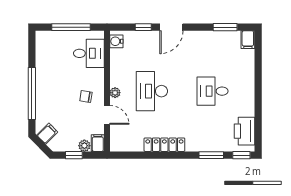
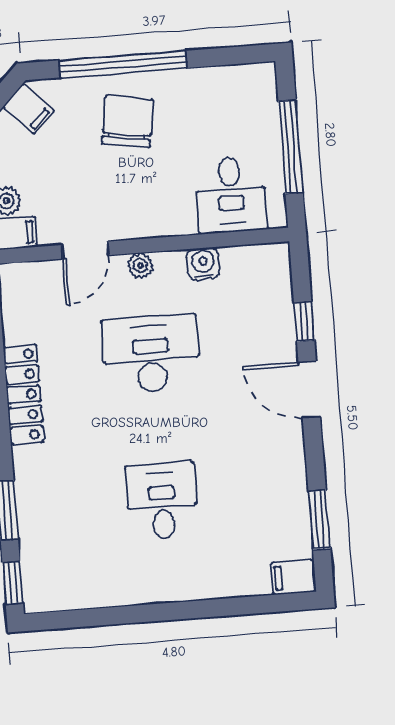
water cooler: (116, 41) -> (203, 264), moved
chair: (86, 97) -> (128, 122), moved, width x1.87, depth x1.87
printer: (244, 131) -> (71, 586), removed

